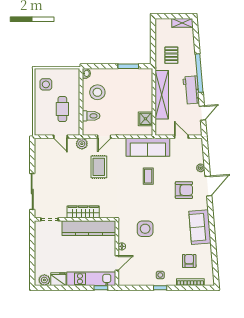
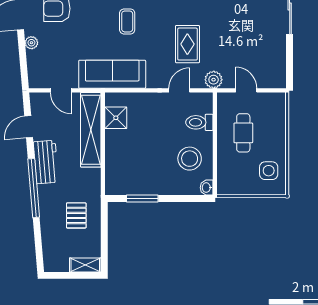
shelving: (182, 23) -> (85, 265), moved
shelving: (162, 95) -> (91, 130), moved
coffee table: (148, 176) -> (127, 21), moved

